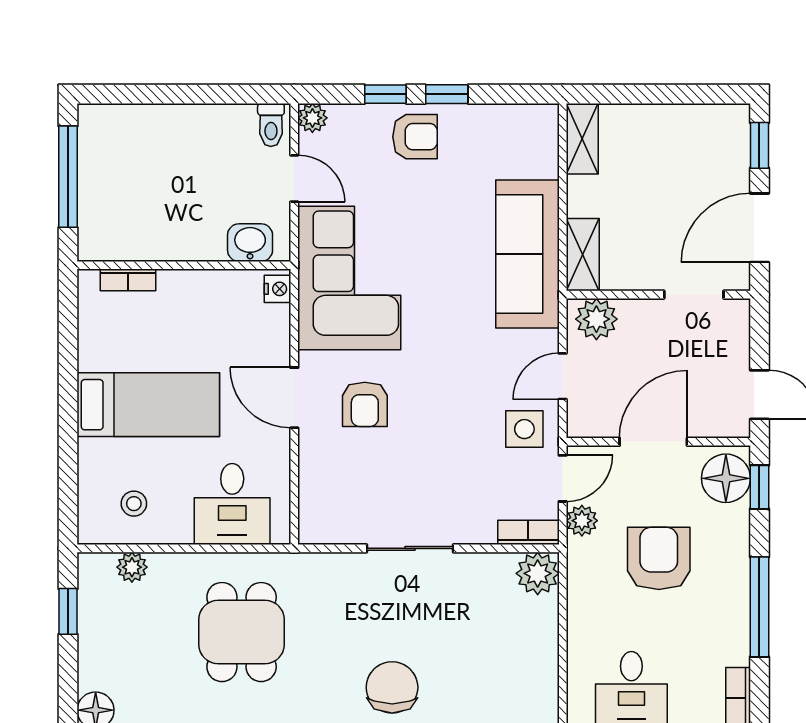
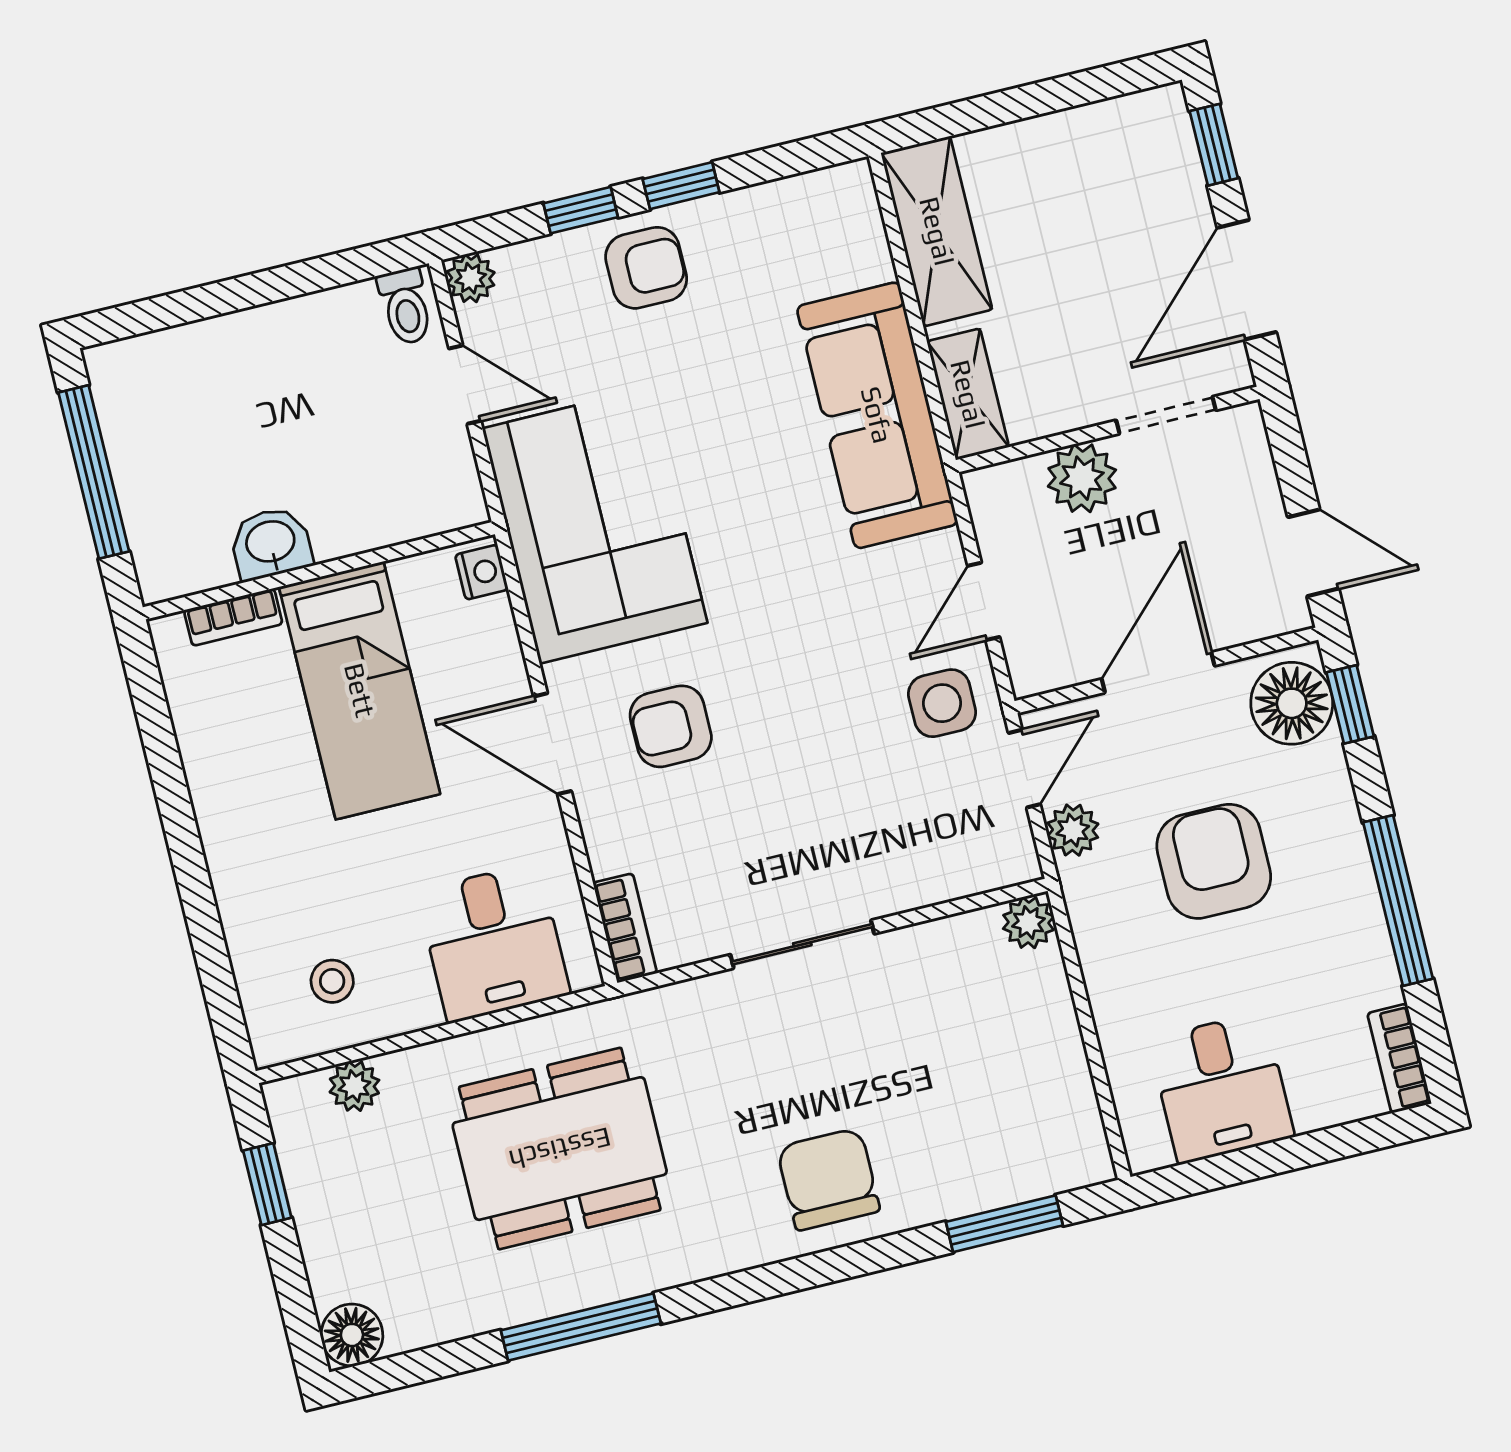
shelving: (582, 139) -> (937, 231), width x1.50, depth x1.33
washbasin: (250, 243) -> (271, 543), moved
plant: (596, 319) -> (1082, 478), moved
armchair: (365, 404) -> (671, 726), turned 90
bed: (148, 405) -> (360, 690), moved, turned 90
bookcase: (528, 532) -> (625, 928), moved, turned 90
plant: (538, 573) -> (1029, 923), width x0.73, depth x0.73
dining table: (242, 632) -> (560, 1149), width x1.38

